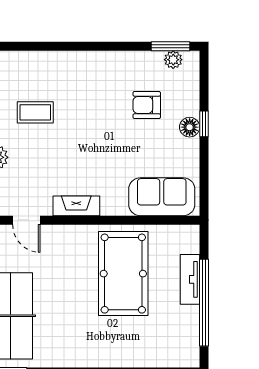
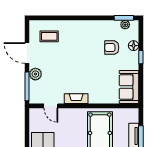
coffee table: (35, 112) -> (49, 36), moved
floor lamp: (190, 127) -> (134, 46), moved
sofa: (162, 197) -> (129, 87), moved, turned -90

